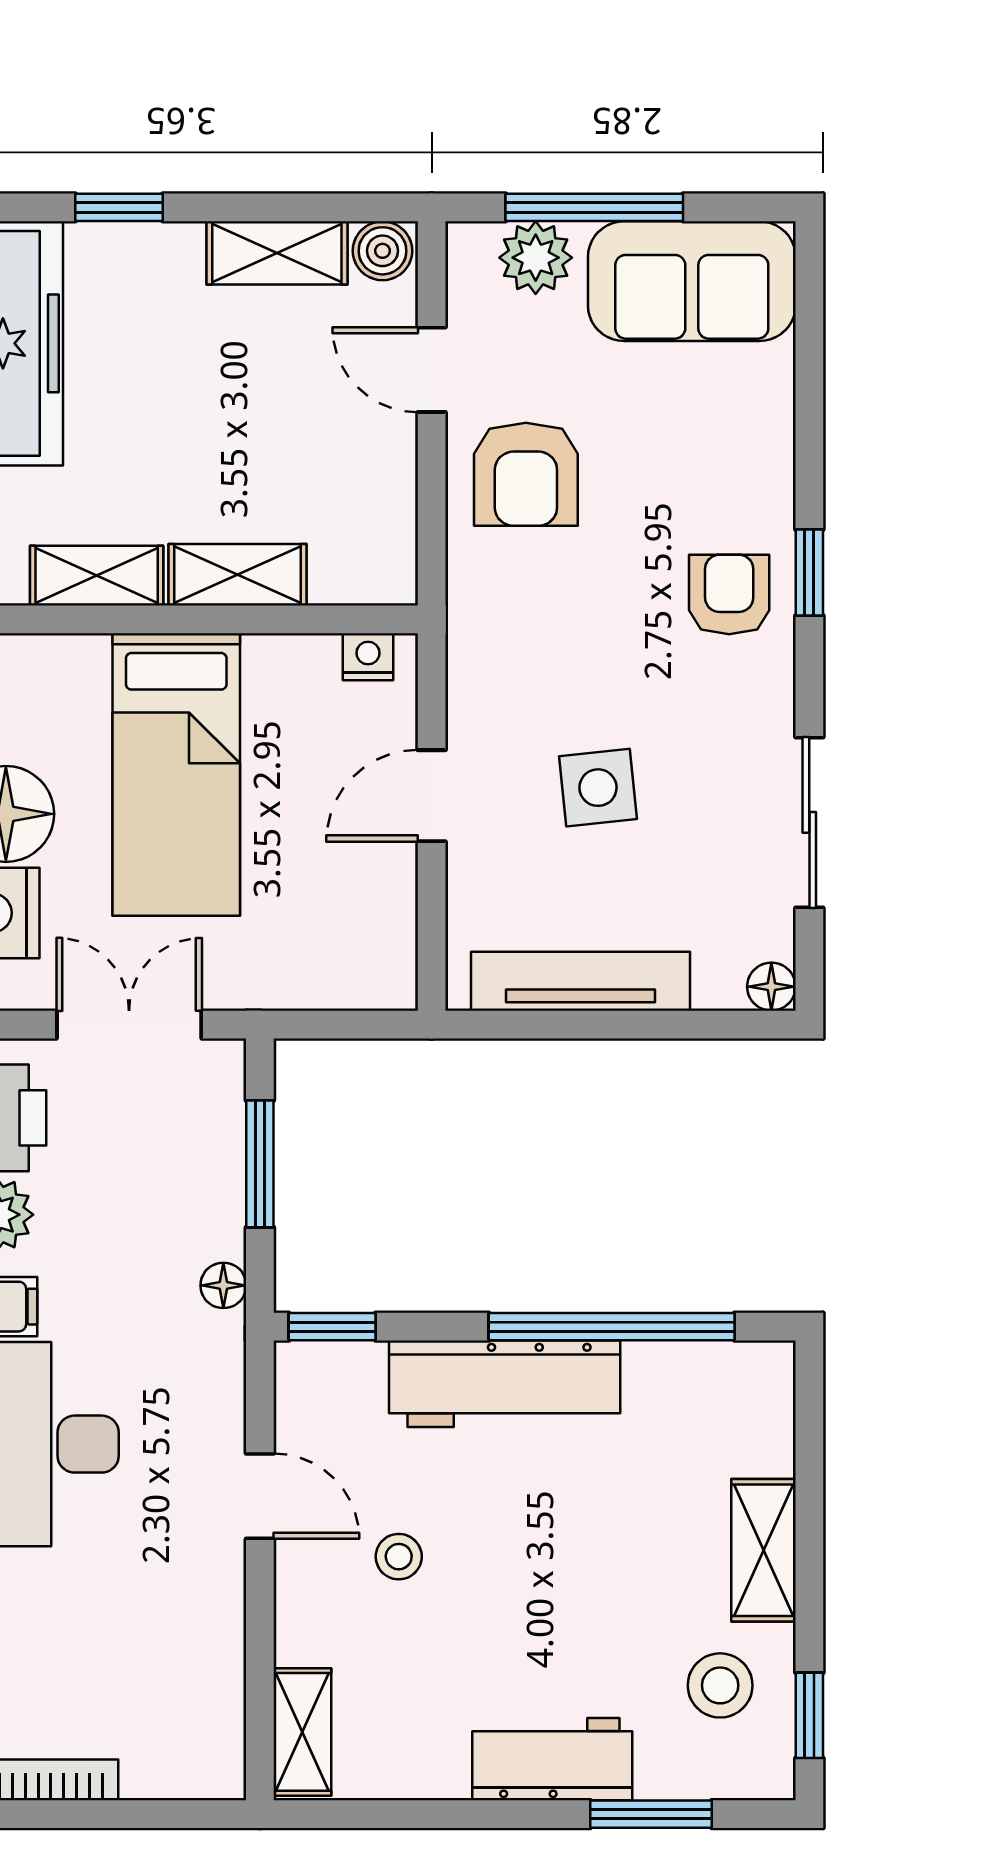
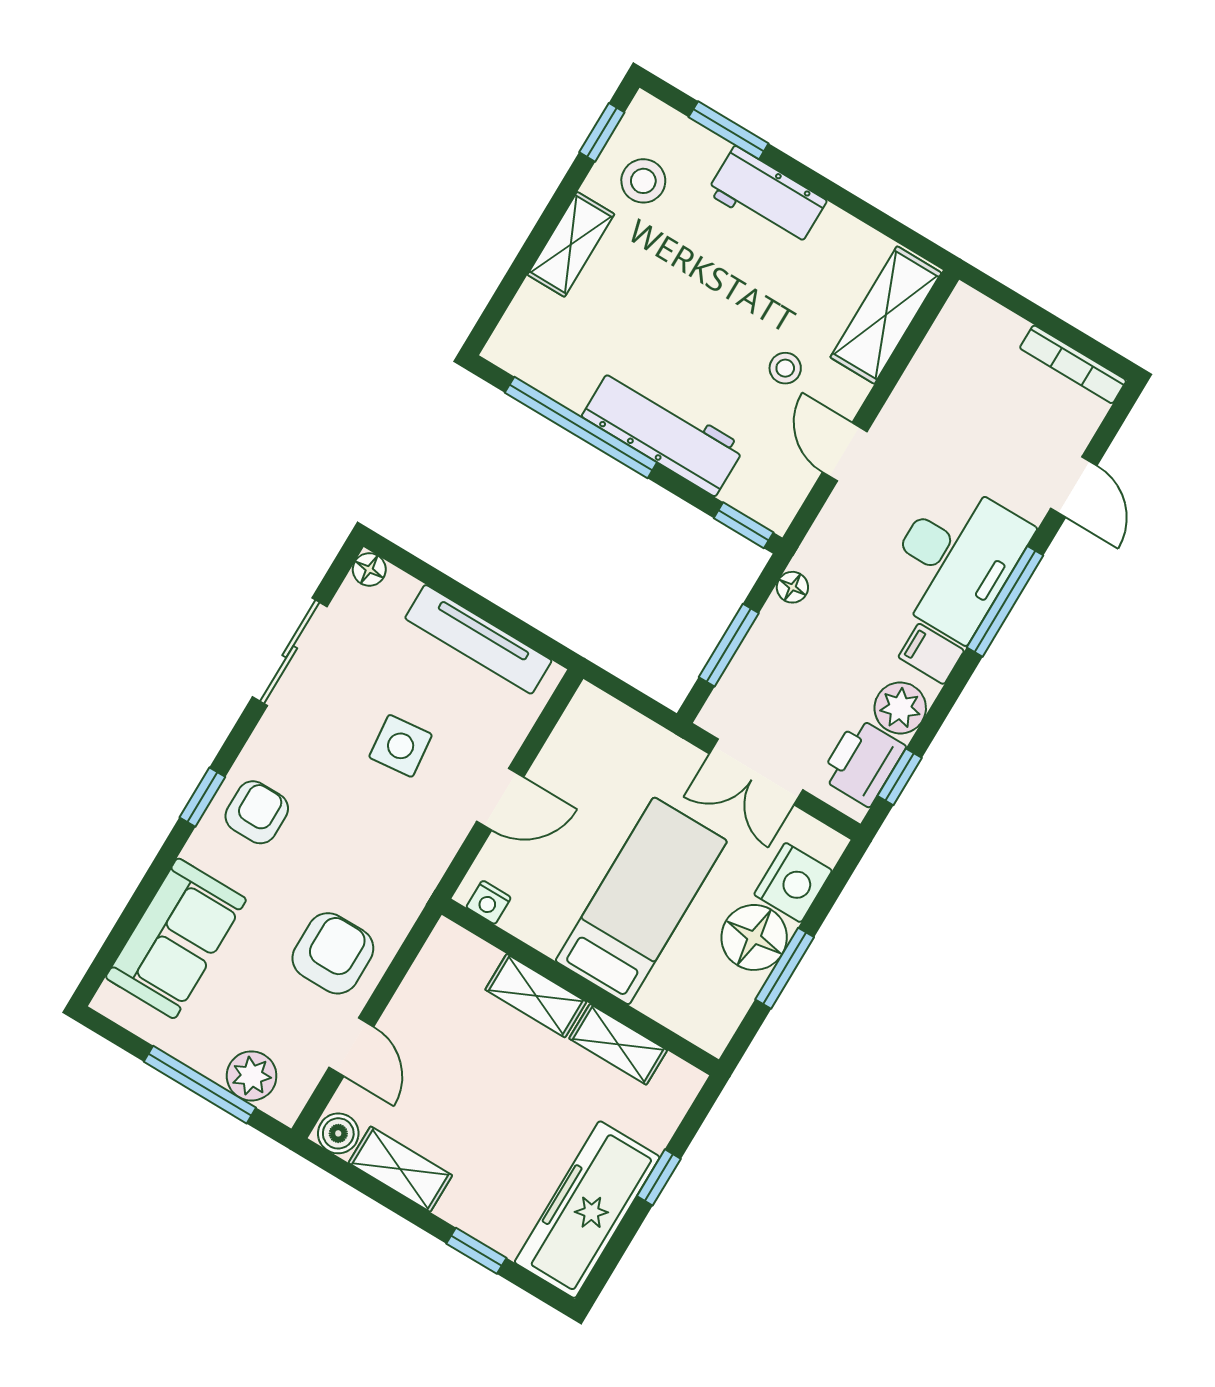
sofa: (692, 281) -> (176, 938), moved, turned 90
armchair: (729, 594) -> (257, 812), turned 180
shelving: (302, 1732) -> (886, 315), width x1.50, depth x1.33

